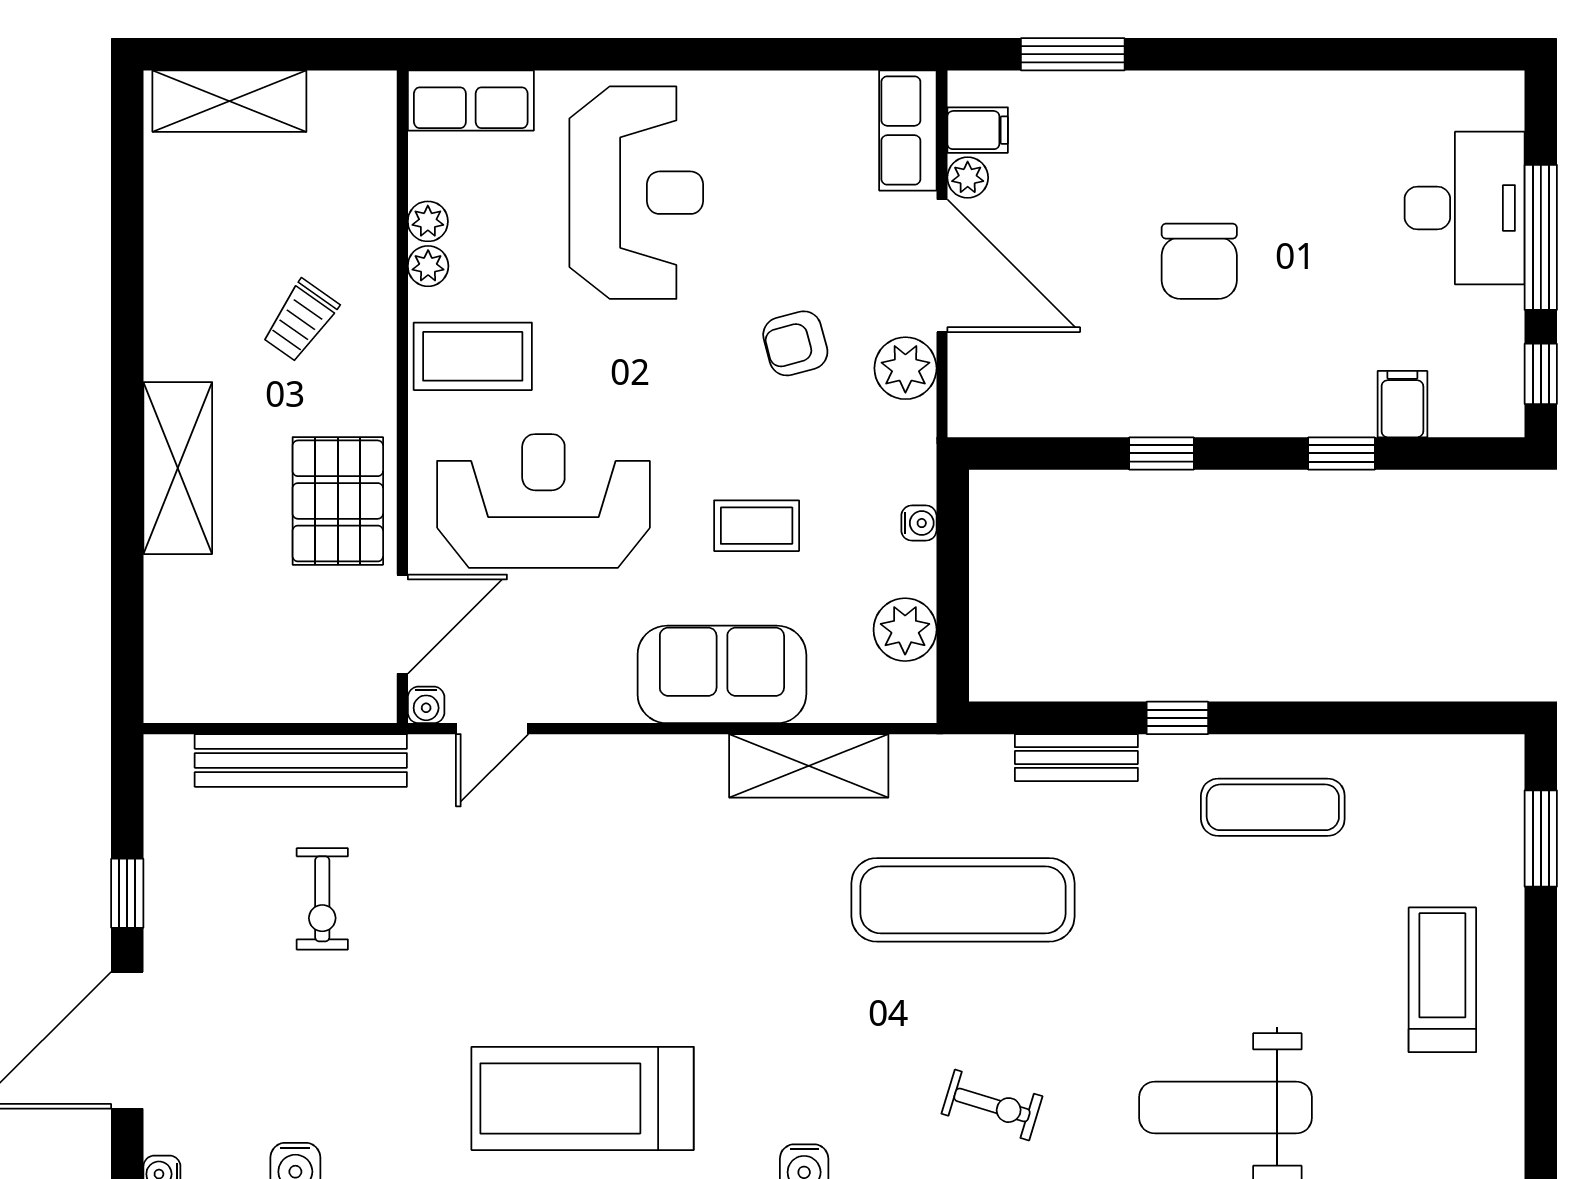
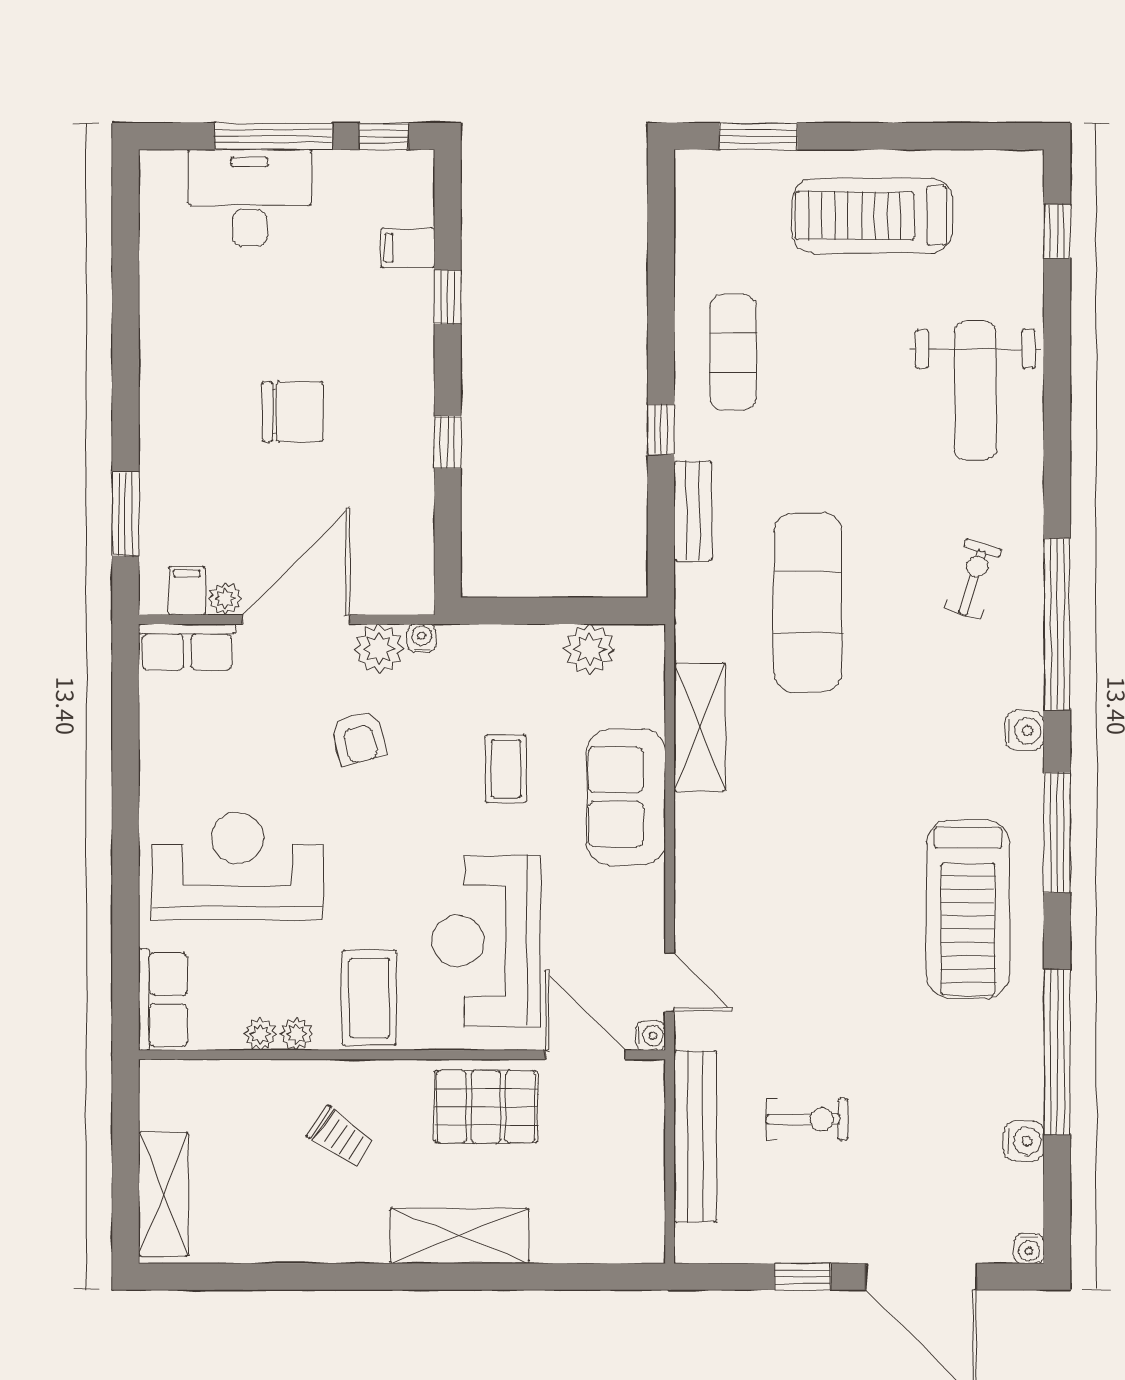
water cooler: (919, 523) -> (422, 638), moved
treadmill: (1442, 980) -> (872, 216), width x1.37, depth x1.38

